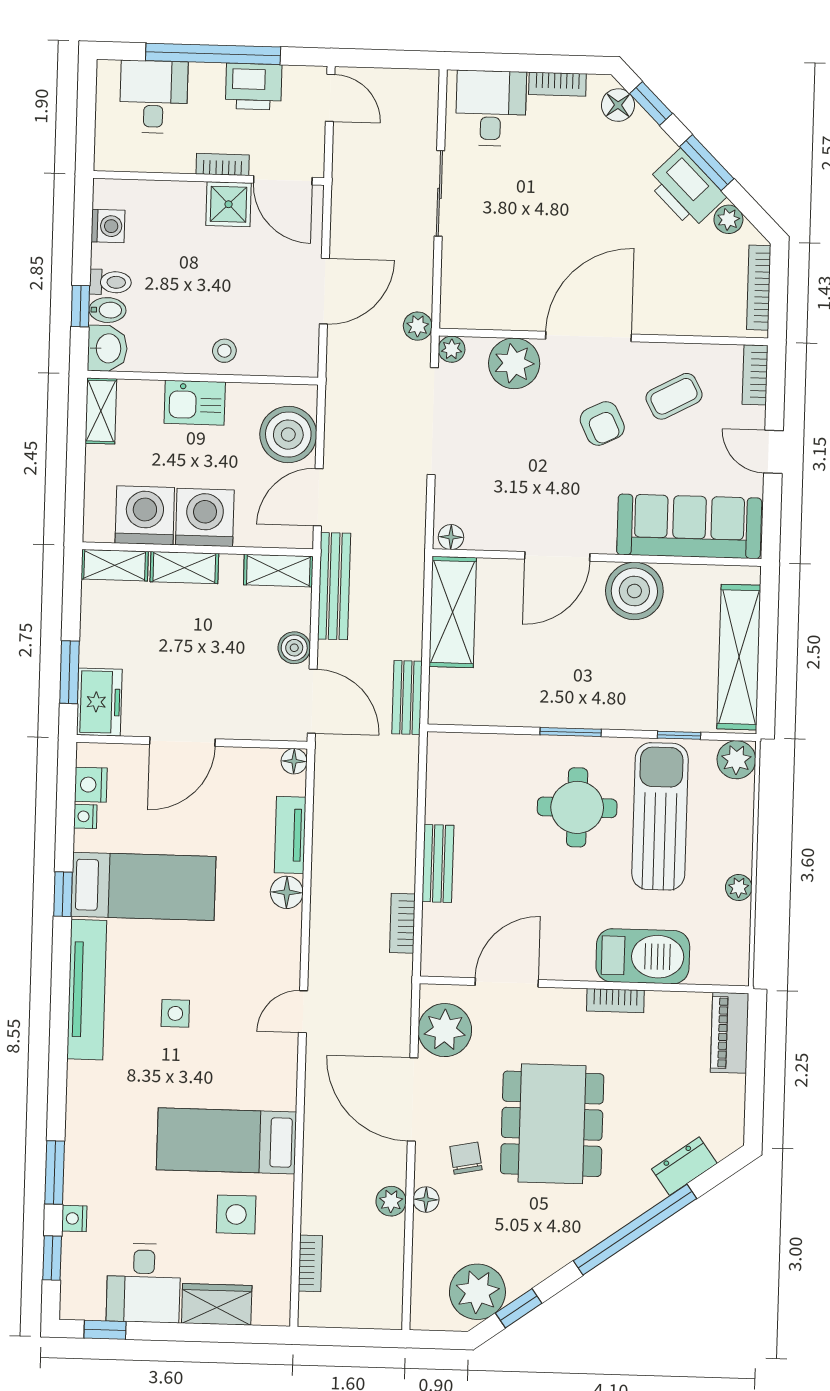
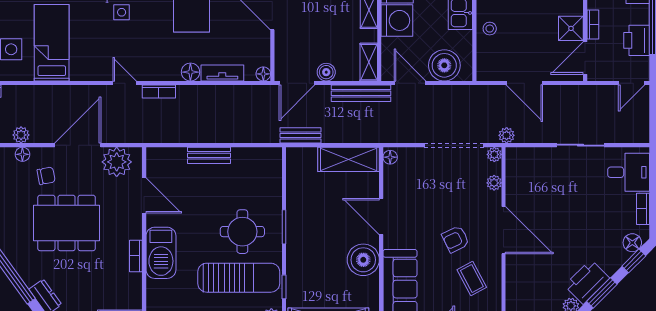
plant: (514, 363) -> (494, 183), width x0.53, depth x0.53
bookcase: (402, 923) -> (159, 92), moved, turned 180
barbecue: (643, 956) -> (161, 253), moved

